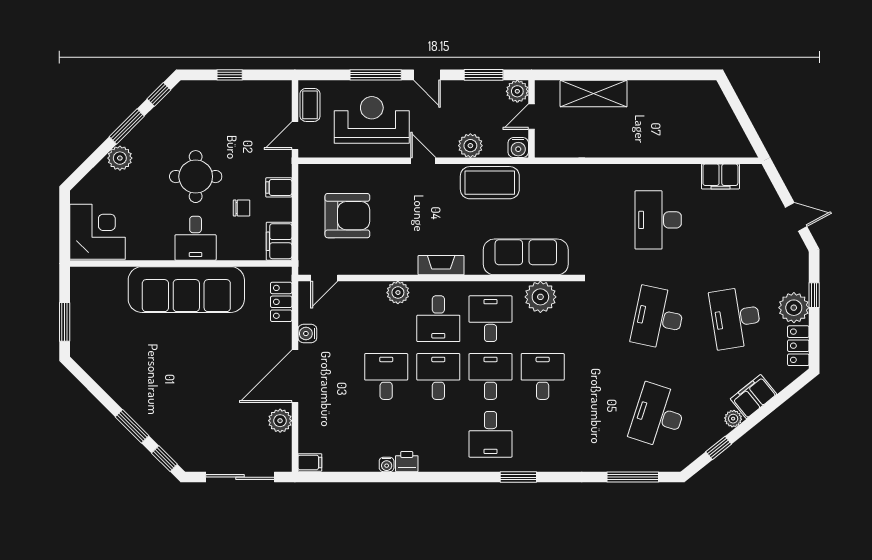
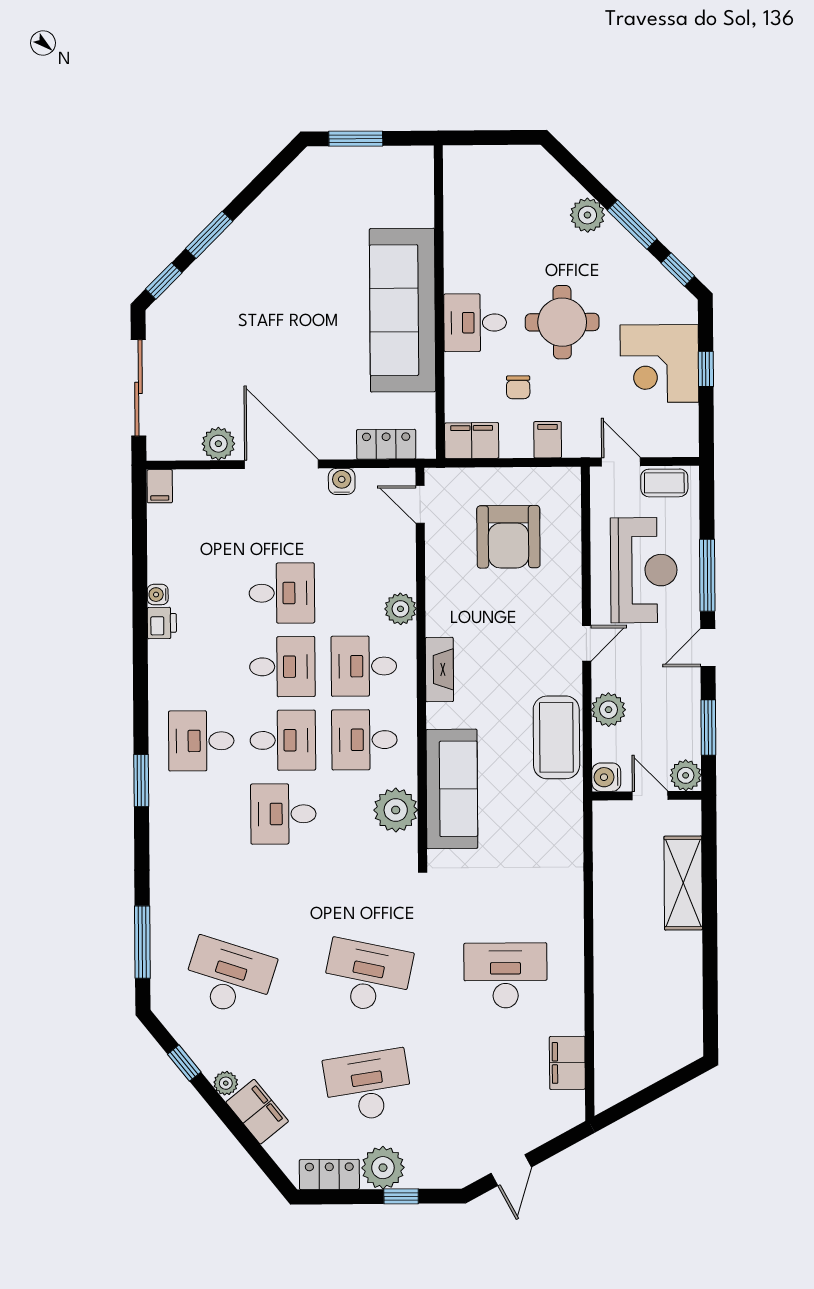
corner desk: (97, 232) -> (659, 364), moved, turned 90
desk: (490, 319) -> (364, 740), turned 180
desk: (543, 376) -> (283, 814), turned 180

